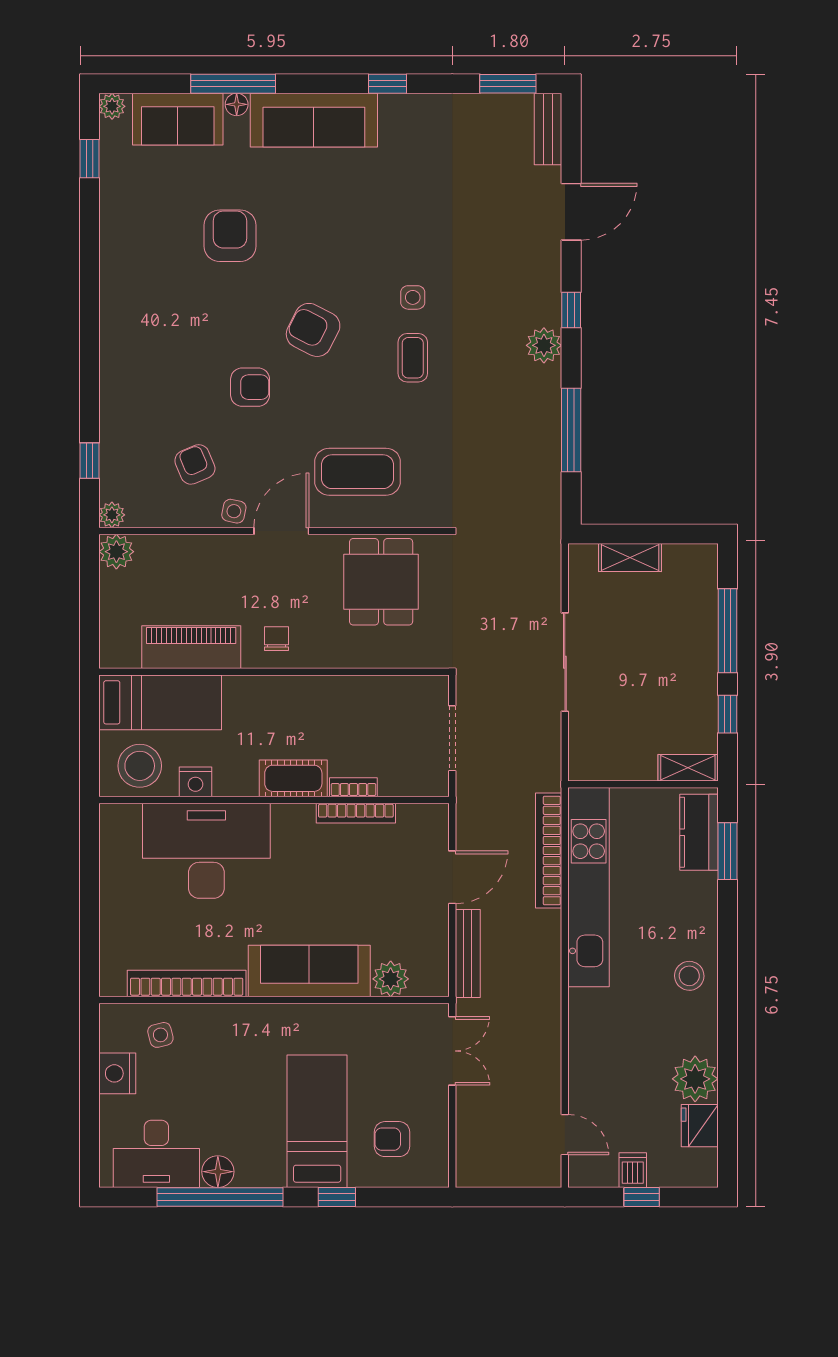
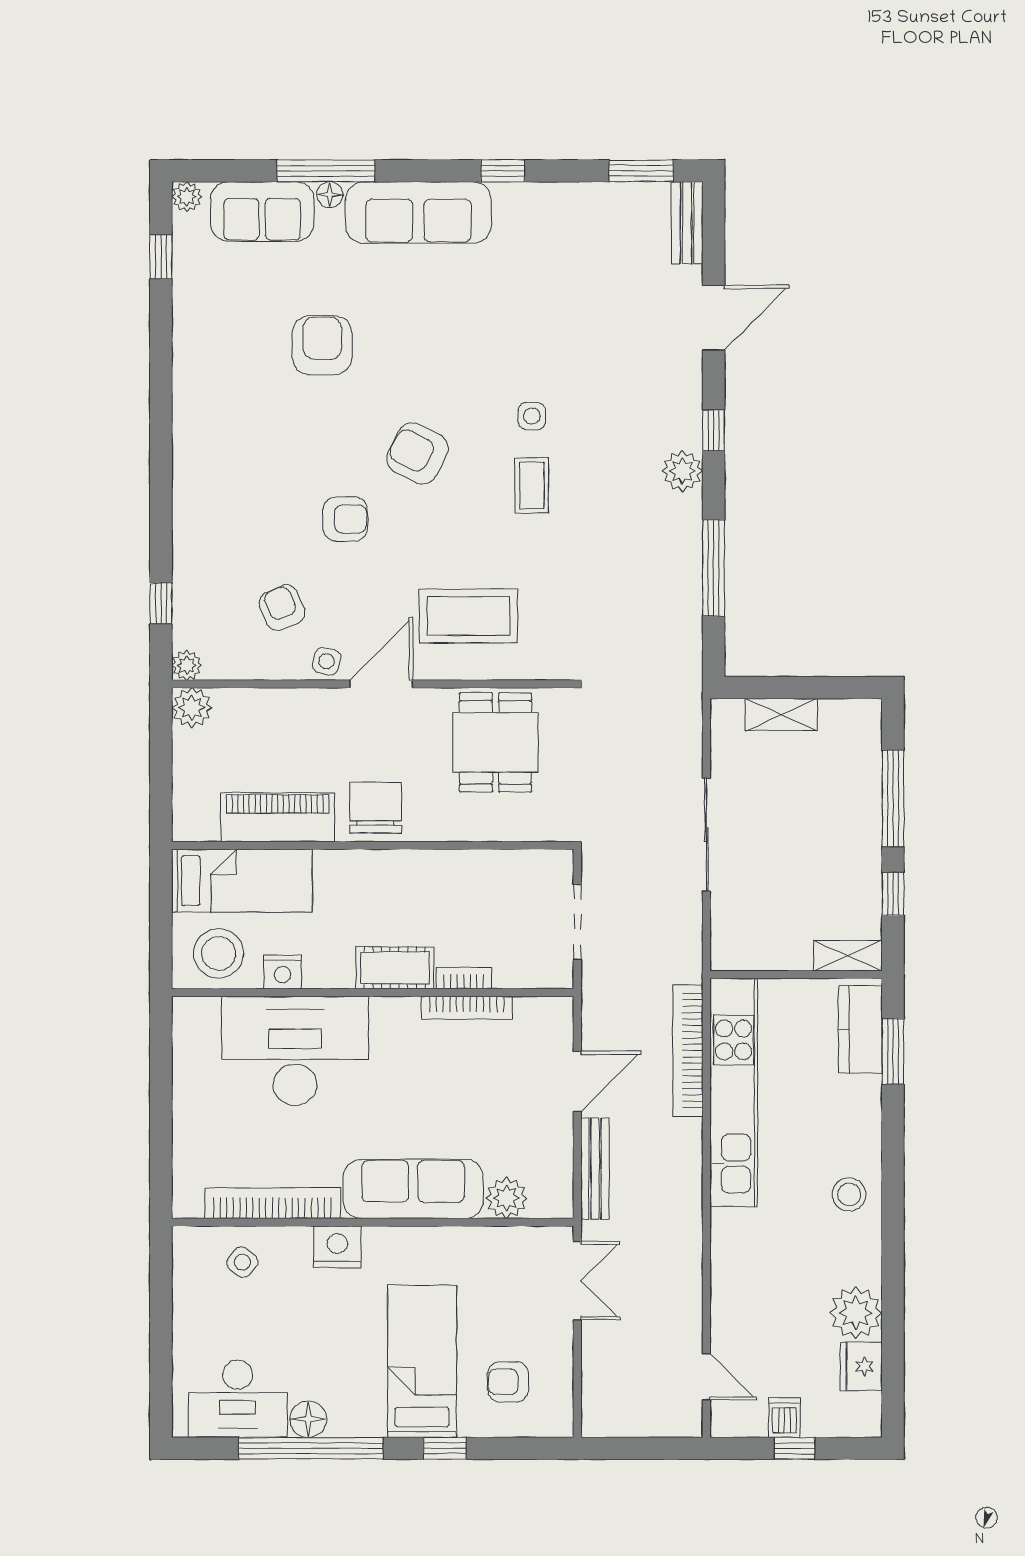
chair: (276, 639) -> (375, 808), width x1.87, depth x1.87
side table: (160, 1035) -> (242, 1262), turned -37
nightstand: (117, 1073) -> (337, 1247), moved, turned 90

